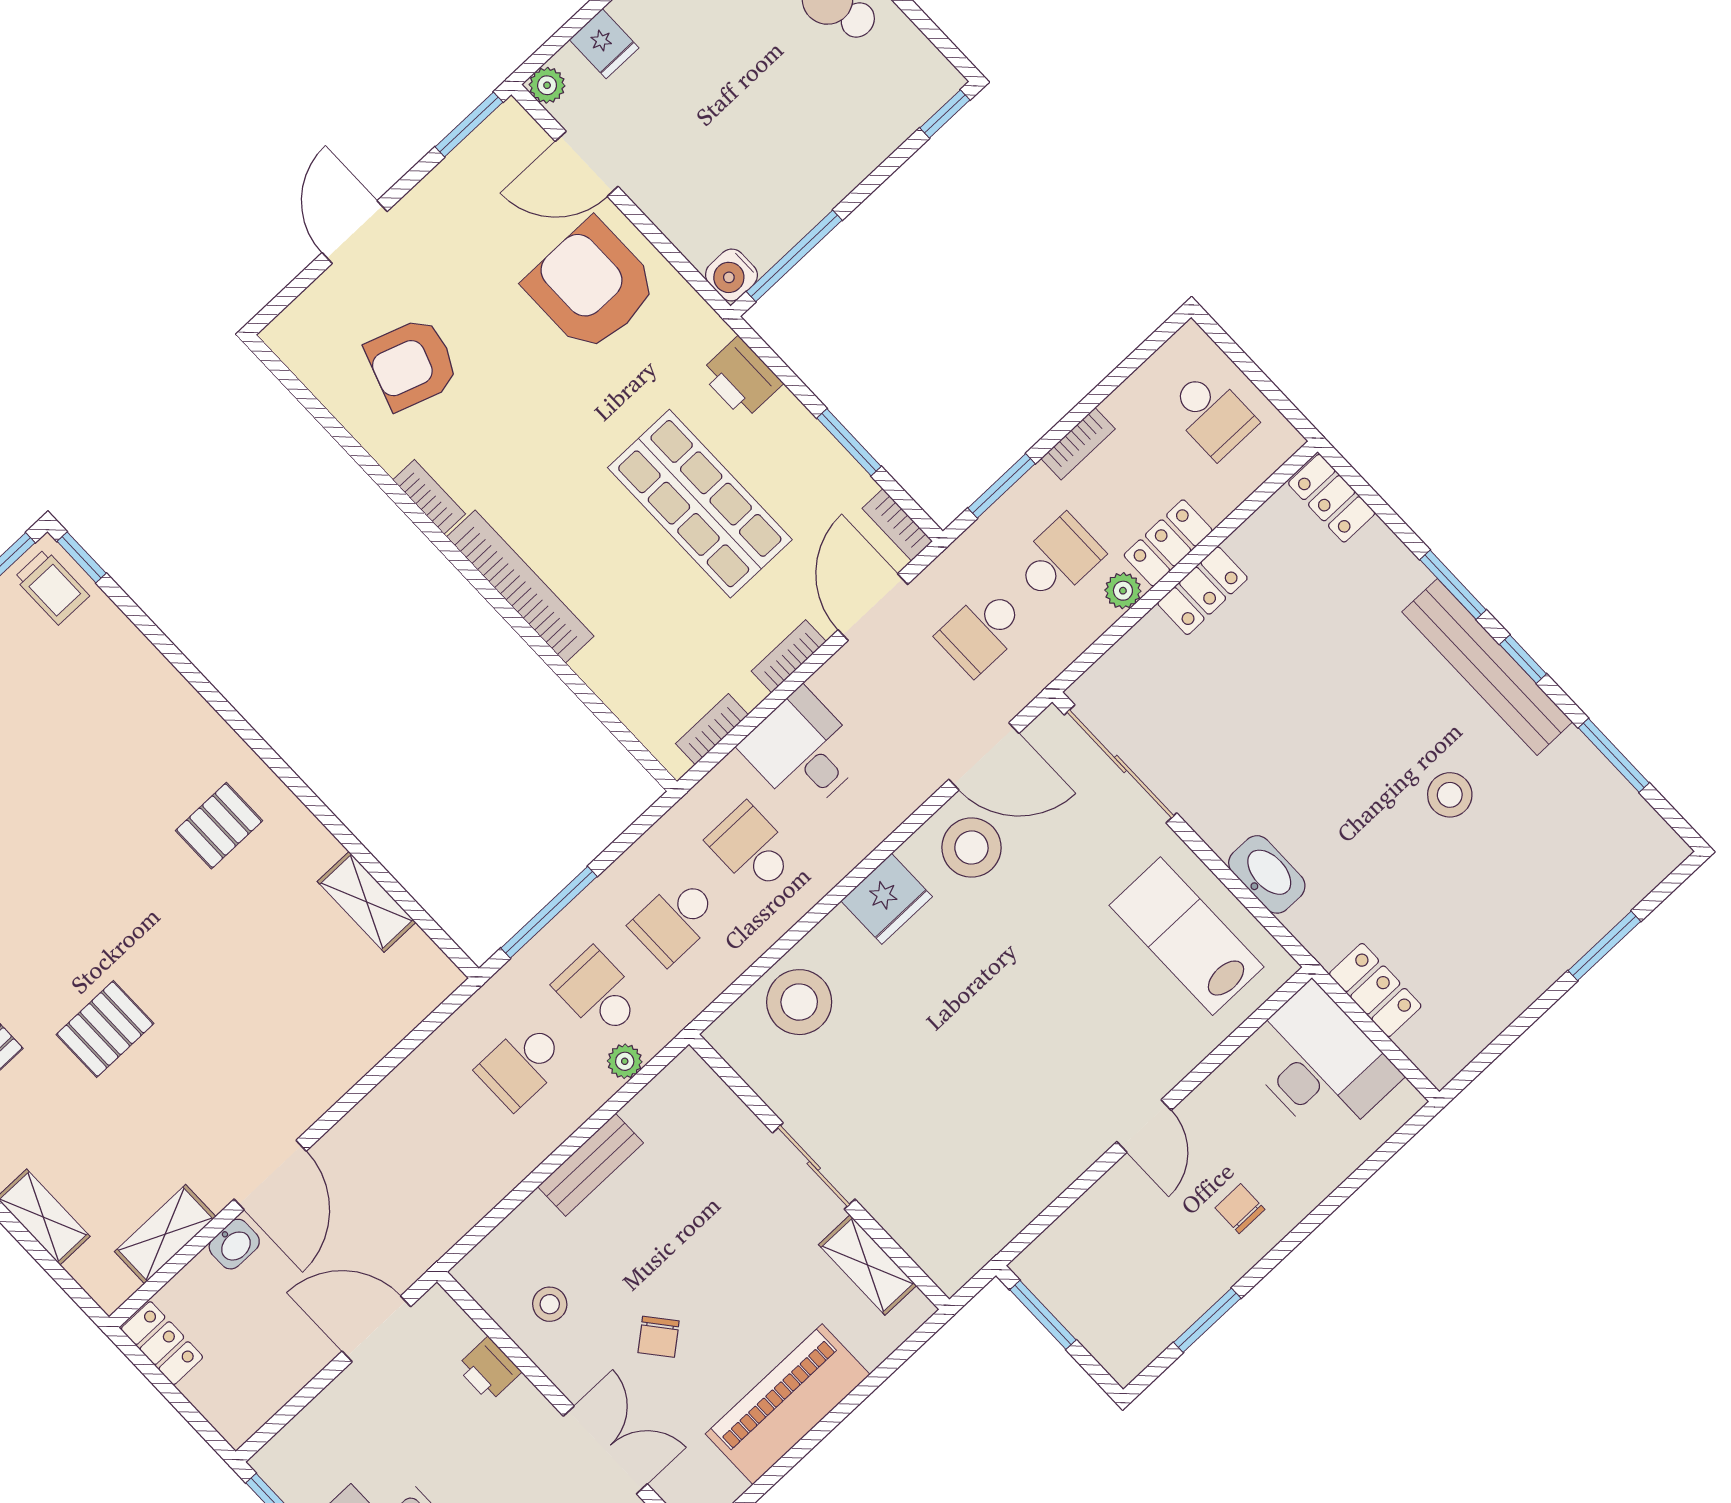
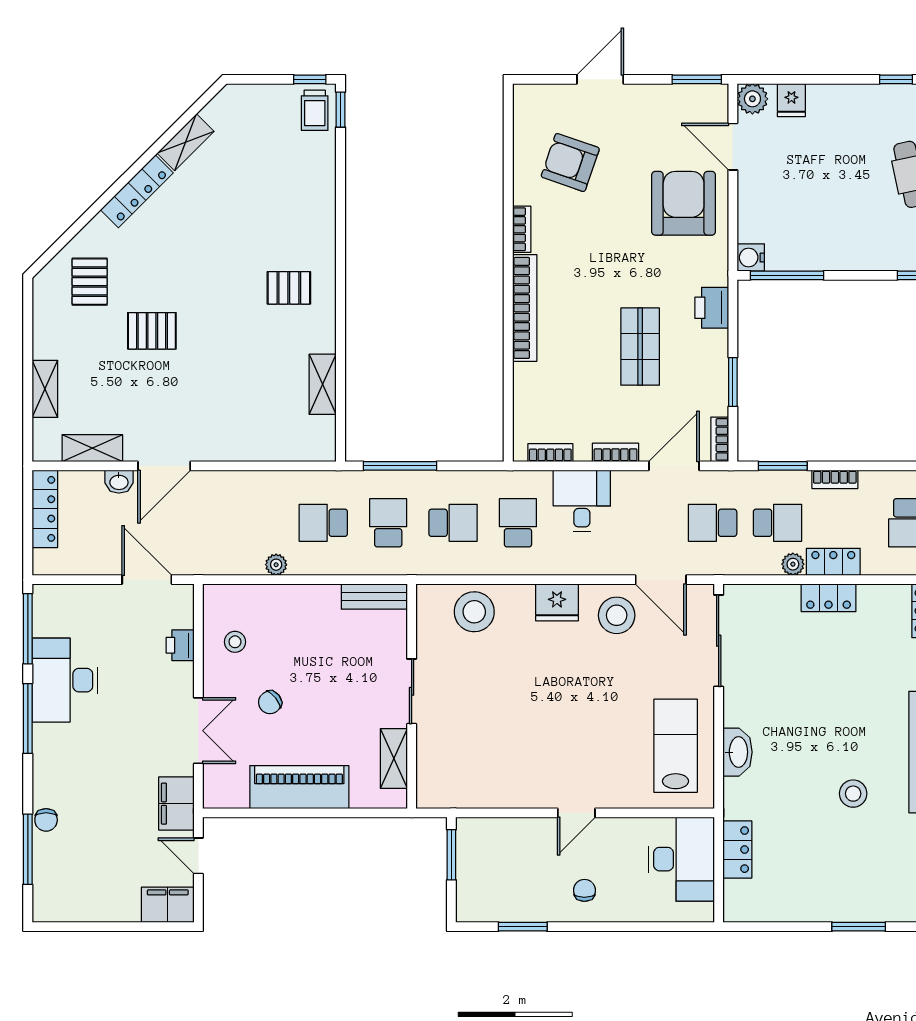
plant: (547, 85) -> (752, 99), width x1.38, depth x1.38
shop shelf: (700, 504) -> (640, 347), width x0.70, depth x0.74
school desk: (675, 920) -> (453, 523), turned 180
plant: (625, 1061) -> (276, 565), moved
bench: (590, 1165) -> (374, 597), moved
locker: (162, 1343) -> (45, 509), width x1.53

